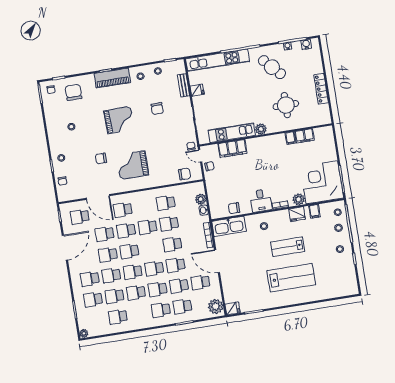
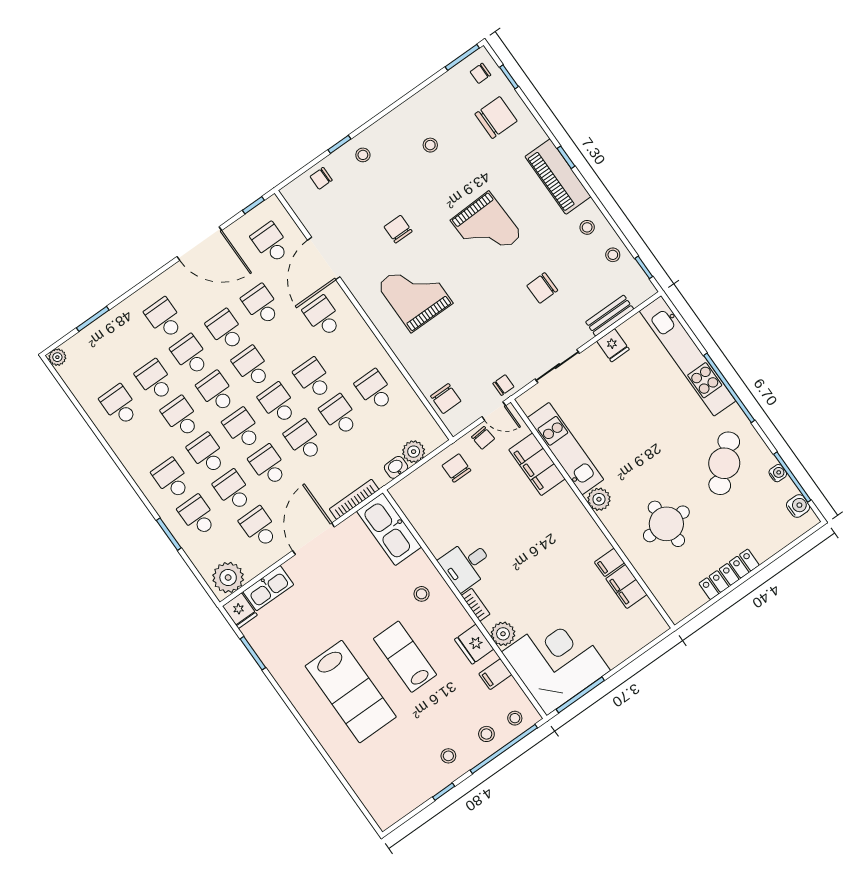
door: (200, 156) -> (494, 411), swing flipped
chair: (234, 208) -> (456, 468), moved
school desk: (126, 230) -> (278, 404), moved
kitchen sink: (229, 291) -> (268, 588), added
school desk: (93, 300) -> (129, 343), removed

